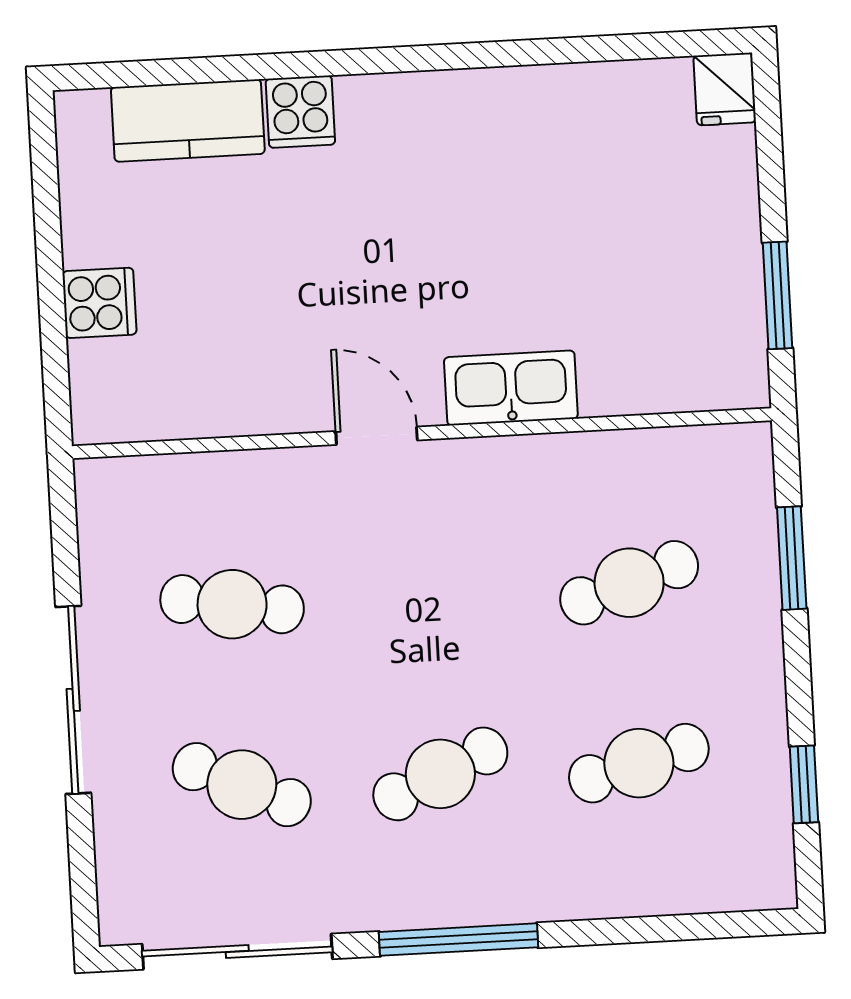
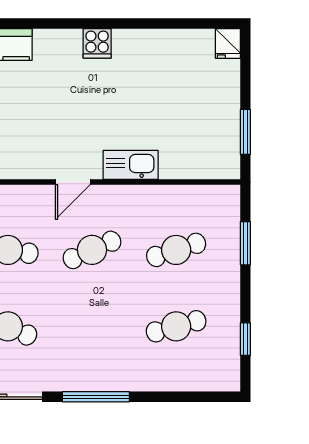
cooker: (300, 112) -> (97, 43), moved
door: (377, 436) -> (73, 182), swing flipped
cafe table: (440, 774) -> (92, 250), moved

